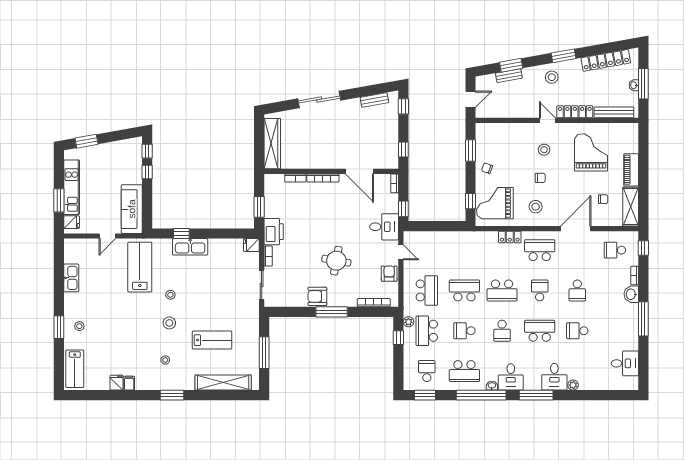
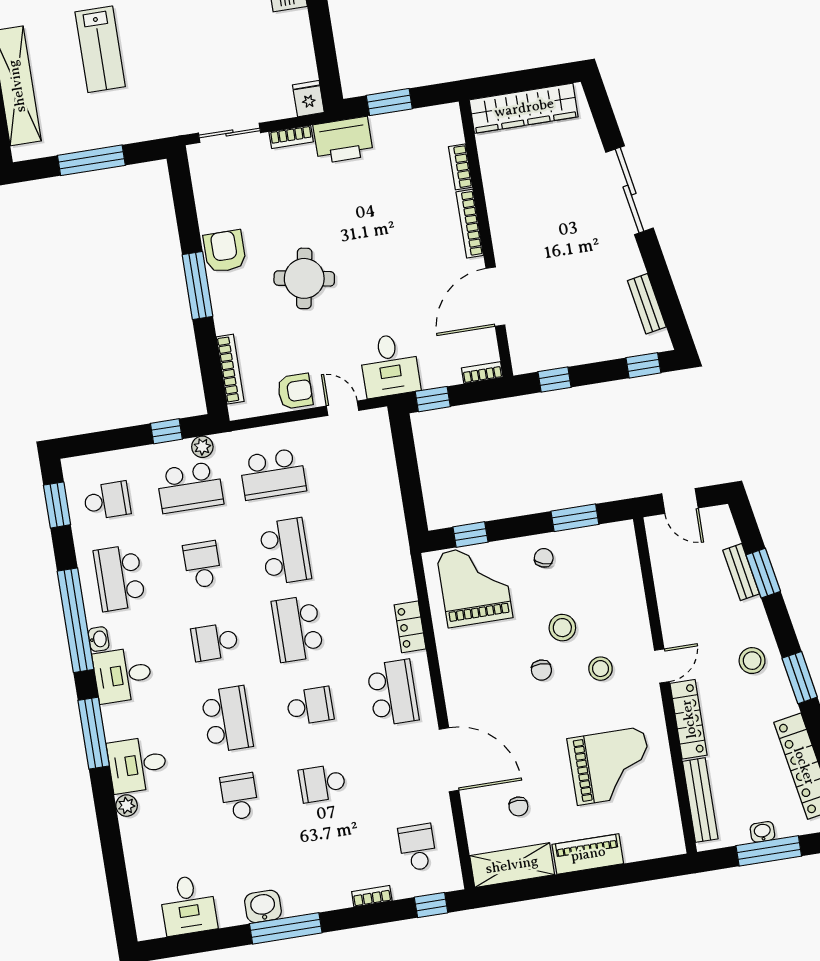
stool: (536, 207) -> (562, 628), moved
door: (401, 252) -> (343, 408), swing flipped
washbasin: (631, 294) -> (263, 906), moved
school desk: (427, 331) -> (190, 487), turned 180

